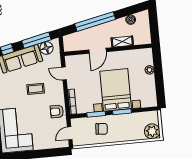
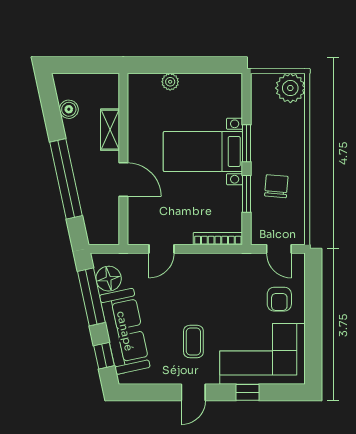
coffee table: (36, 89) -> (193, 342), moved
bed with nightstands: (116, 90) -> (203, 152), width x0.73
armchair: (57, 112) -> (279, 299), moved

